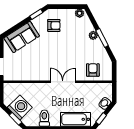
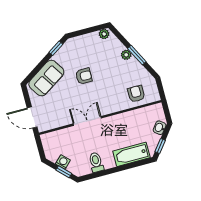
armchair: (54, 25) -> (84, 76), moved
double door: (63, 82) -> (87, 121), moved
washing machine: (20, 107) -> (63, 162), width x0.53, depth x0.53

